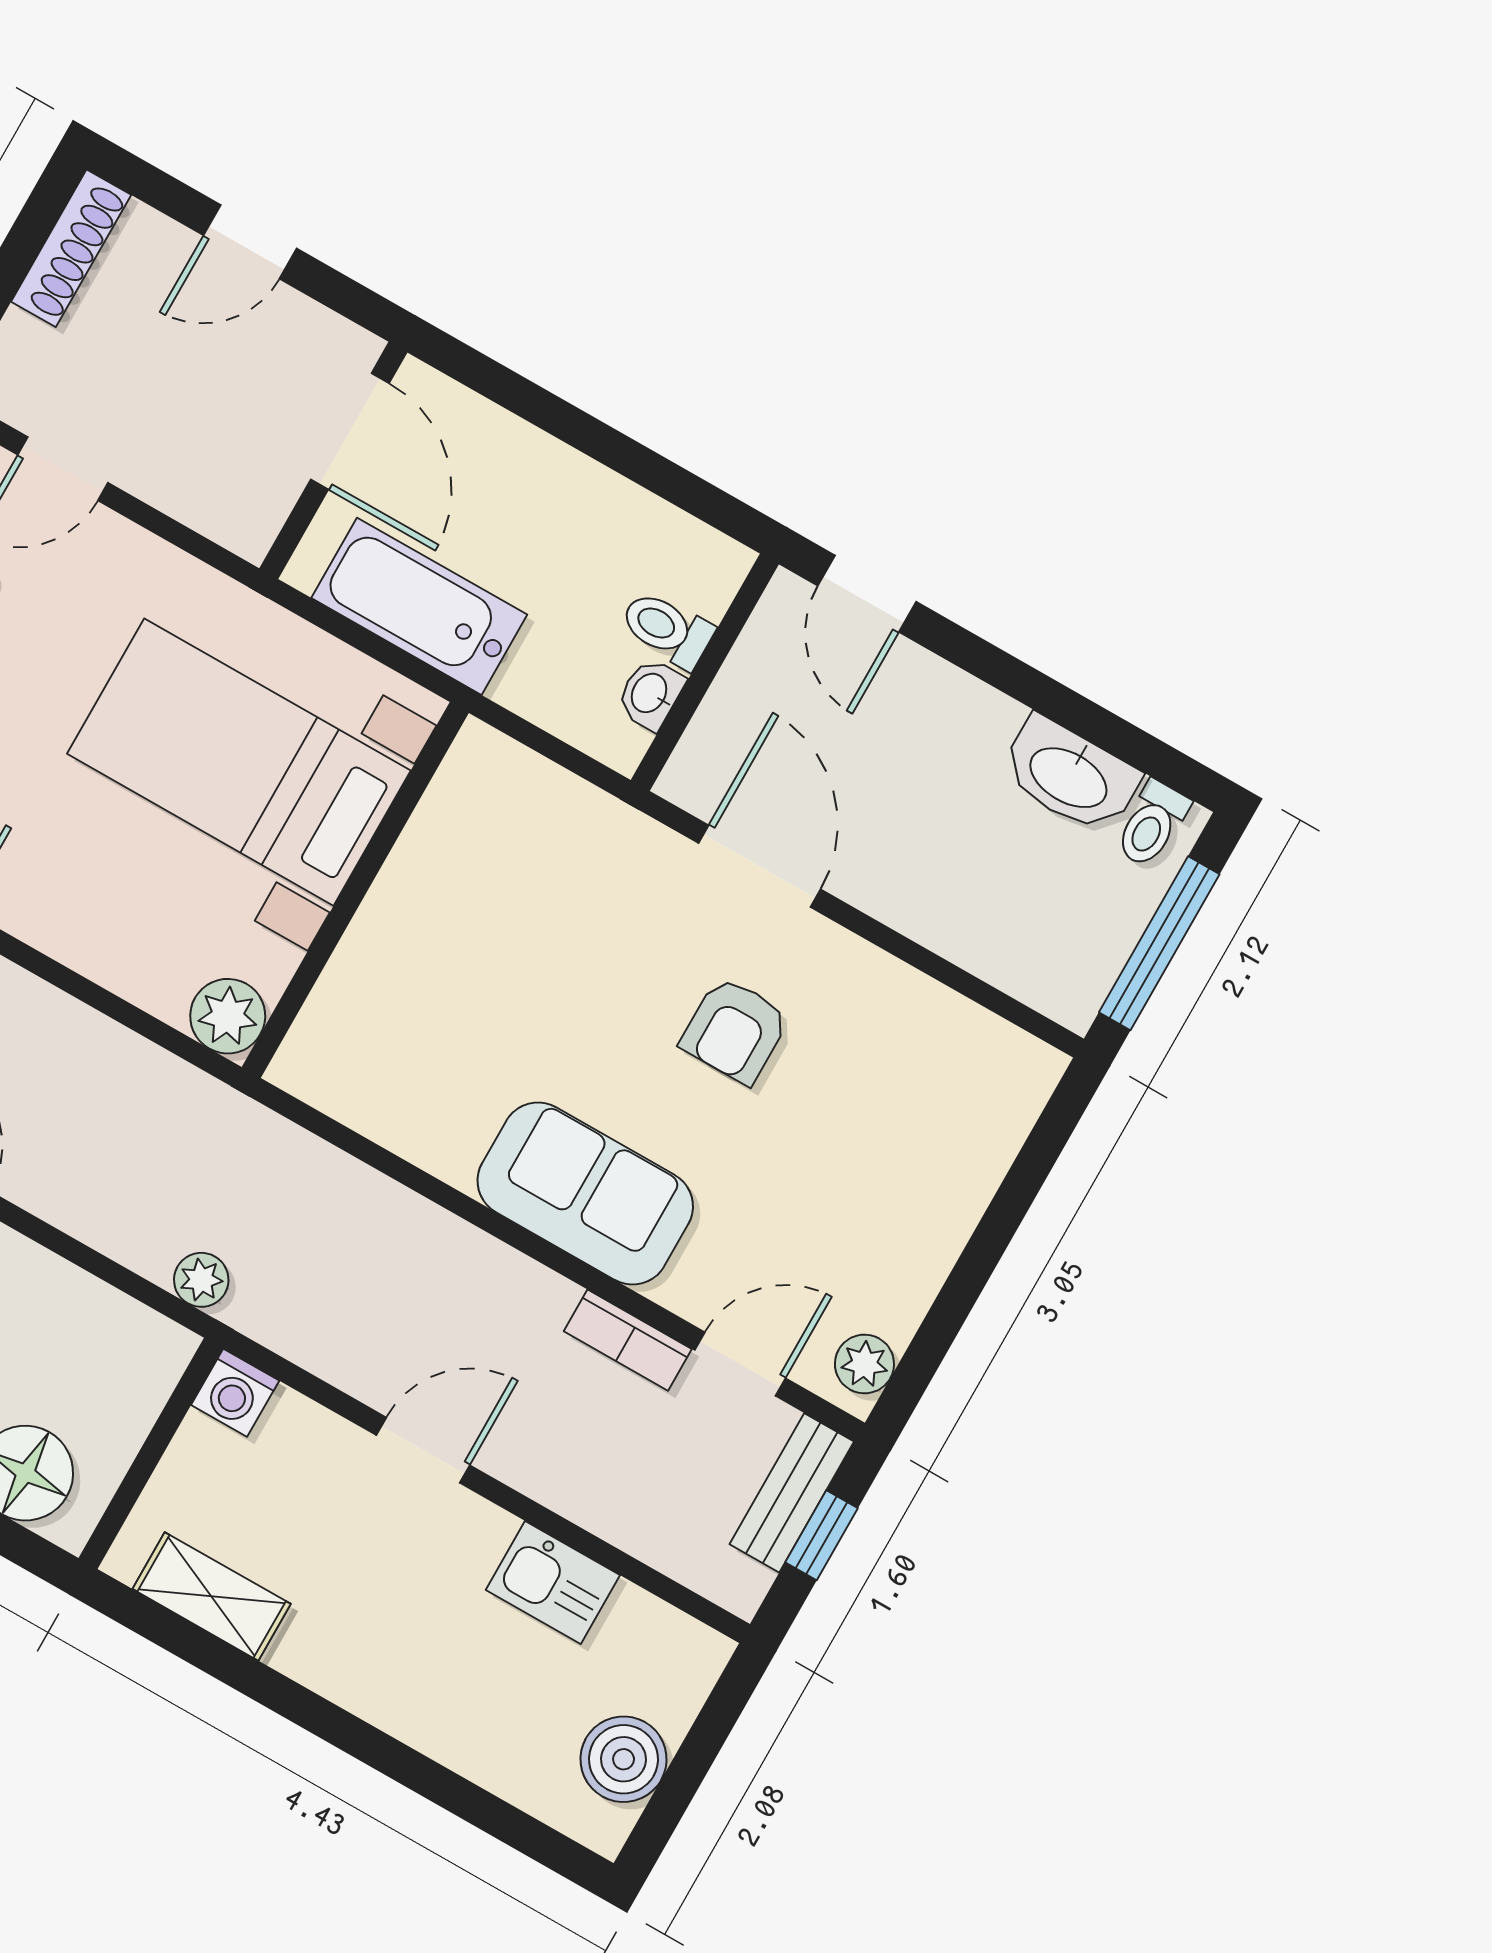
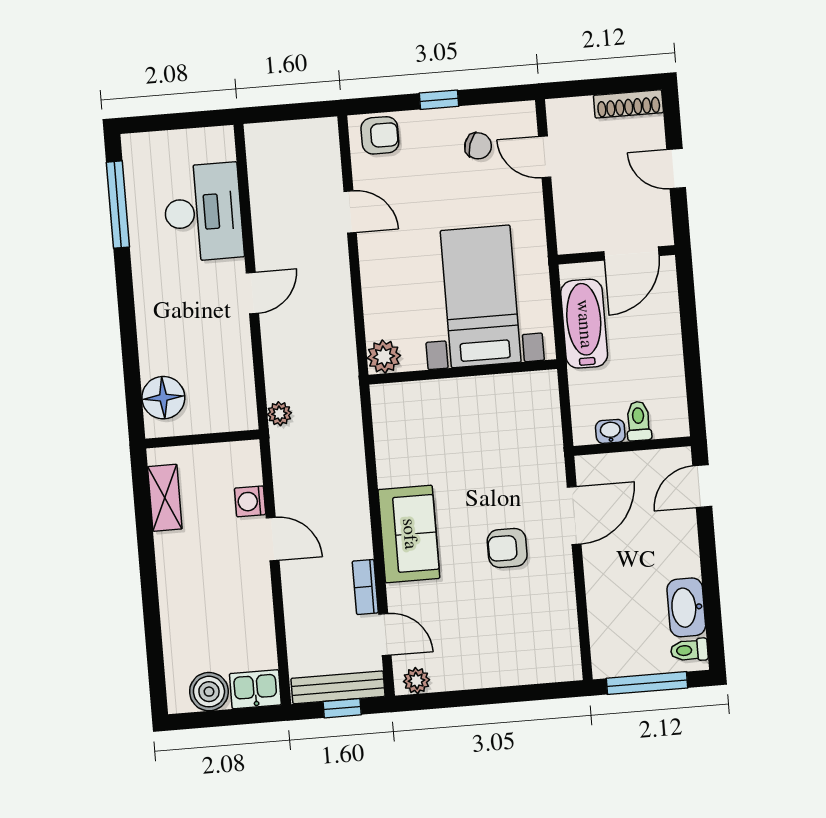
washing machine: (235, 1393) -> (250, 501), moved
bench: (792, 1493) -> (338, 687), width x1.36
kitchen sink: (553, 1582) -> (255, 689), moved, turned 90

